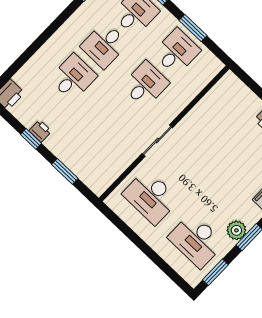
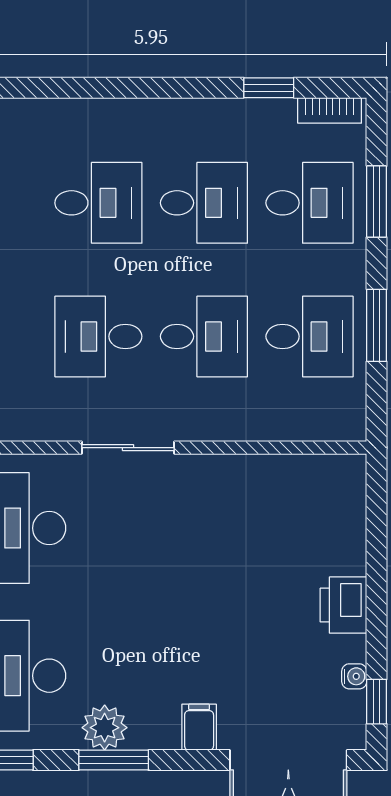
desk: (104, 45) -> (204, 203), turned 180
desk: (114, 117) -> (98, 336), added

